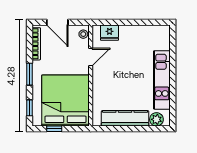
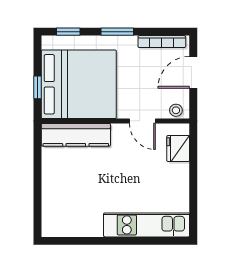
kitchen unit: (162, 80) -> (147, 225), moved
kitchen counter: (125, 118) -> (76, 135), moved, turned 90
plant: (156, 119) -> (51, 217), removed
window: (54, 129) -> (38, 87), moved

